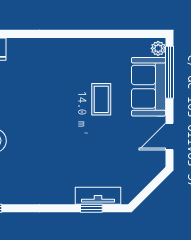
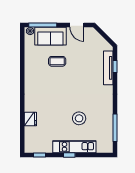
tv unit: (98, 196) -> (108, 68), width x1.41

